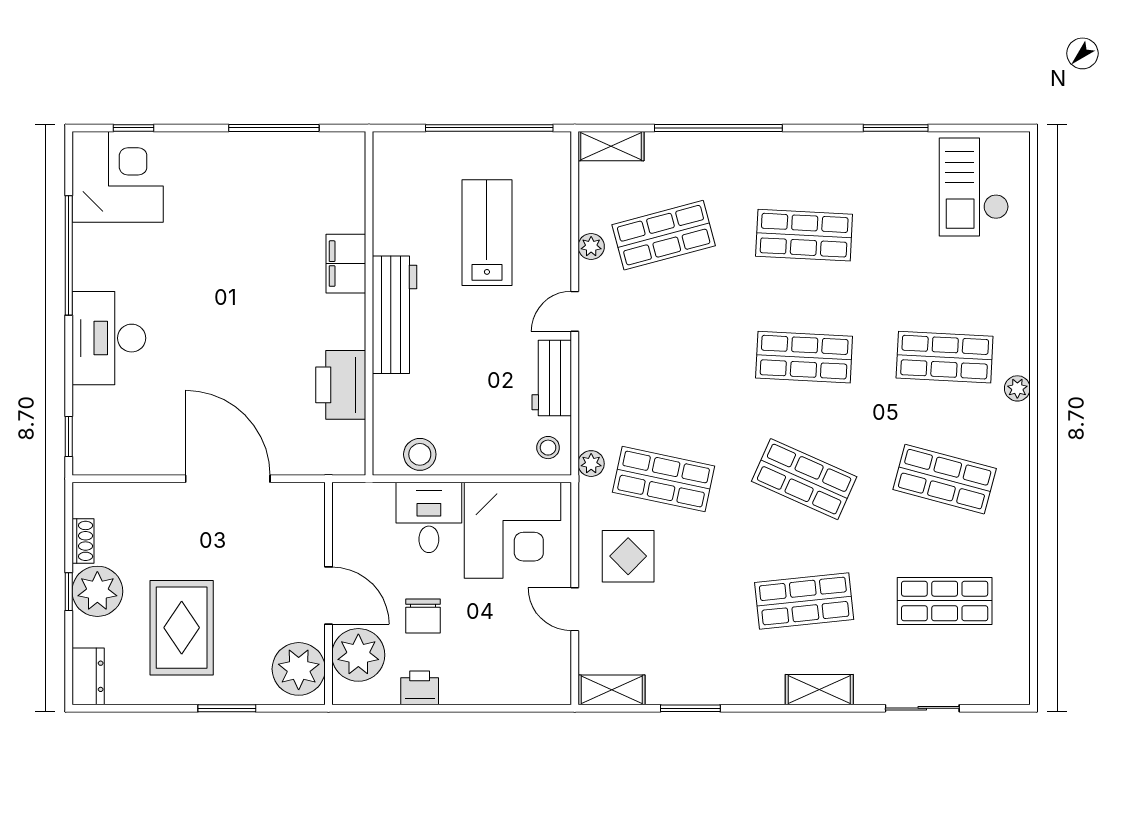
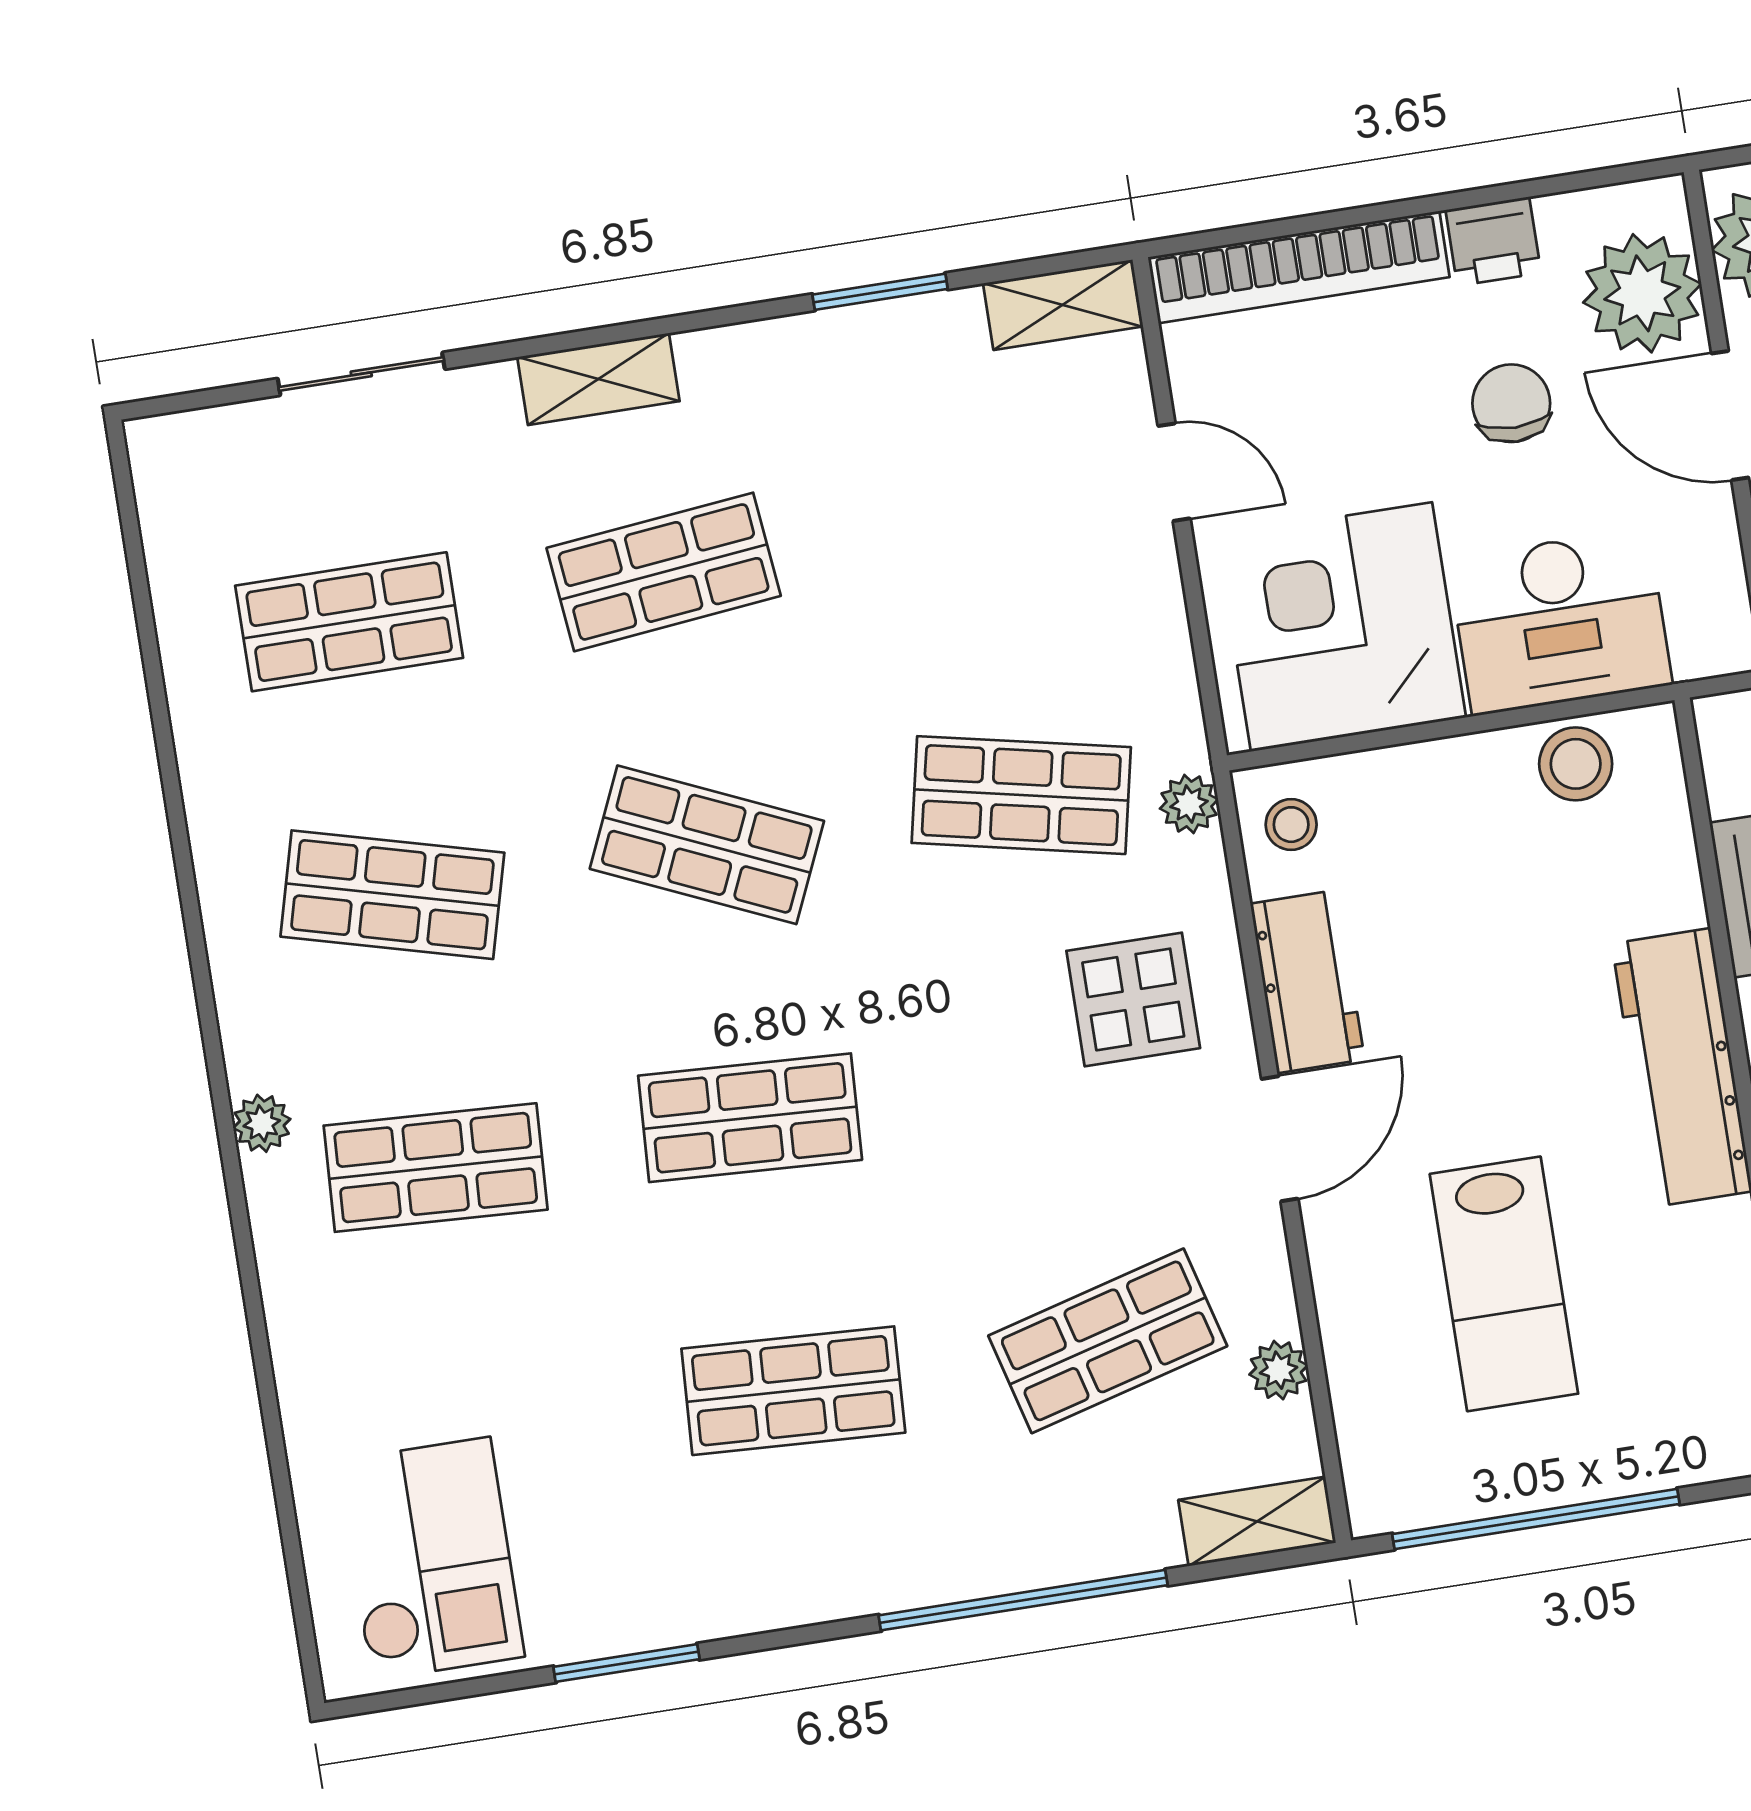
plant: (591, 246) -> (1279, 1370), moved
door: (575, 311) -> (1280, 1139), width x1.38
desk: (429, 517) -> (1560, 622), width x1.37
display table: (628, 556) -> (1133, 999), moved
bookcase: (506, 690) -> (1299, 267), added

